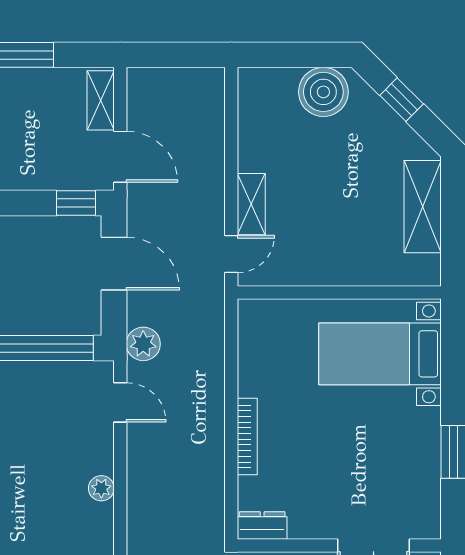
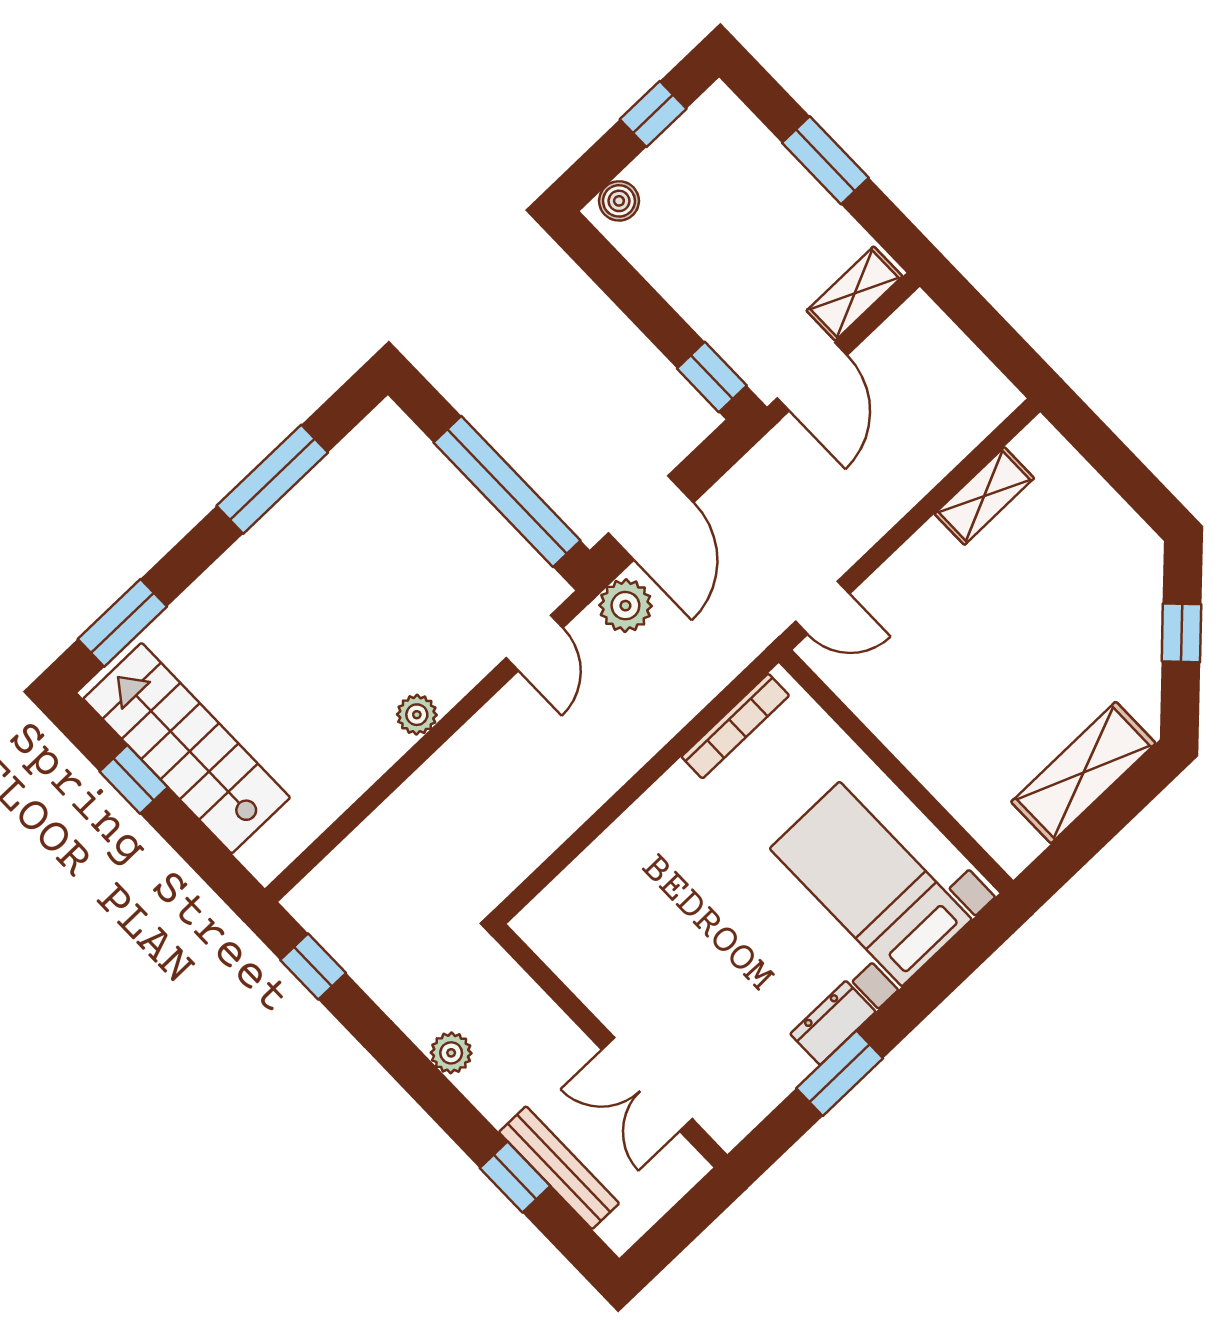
boiler: (323, 92) -> (1105, 536), removed
shelving: (251, 204) -> (984, 496), moved
door: (114, 264) -> (651, 518), moved
bookcase: (247, 436) -> (735, 726), moved
dresser: (262, 525) -> (833, 1023), moved, turned -90

